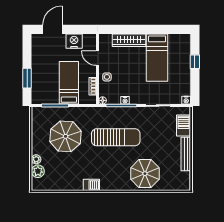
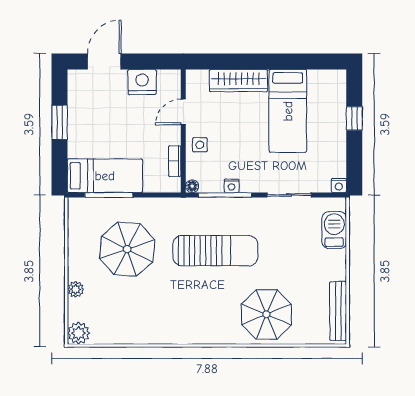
door: (98, 58) -> (183, 112), hinge flipped
window: (27, 78) -> (60, 122), moved
bed: (69, 83) -> (105, 176), moved, turned 90
bench: (186, 154) -> (338, 311), moved
plant: (38, 171) -> (79, 333), moved
barbecue: (91, 185) -> (172, 334), removed

